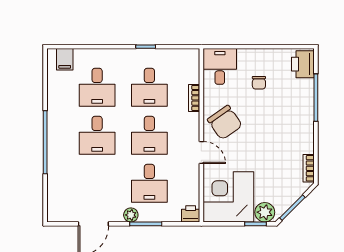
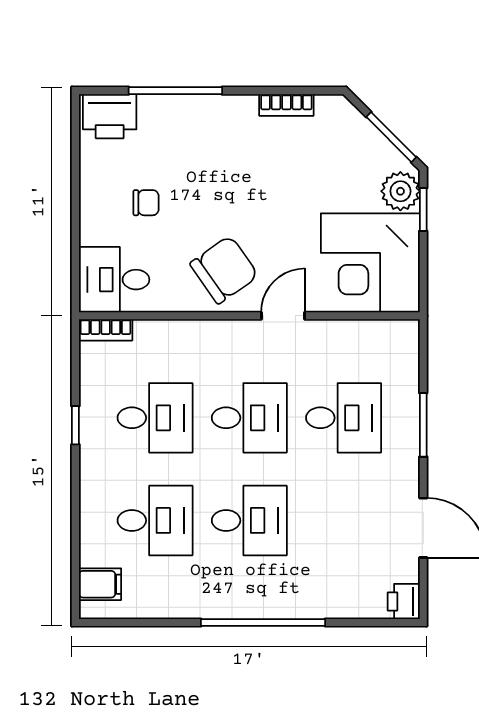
bookcase: (194, 98) -> (106, 330), moved
bookcase: (309, 168) -> (286, 105), moved
printer: (191, 214) -> (404, 602), moved
plant: (131, 215) -> (406, 454), removed

